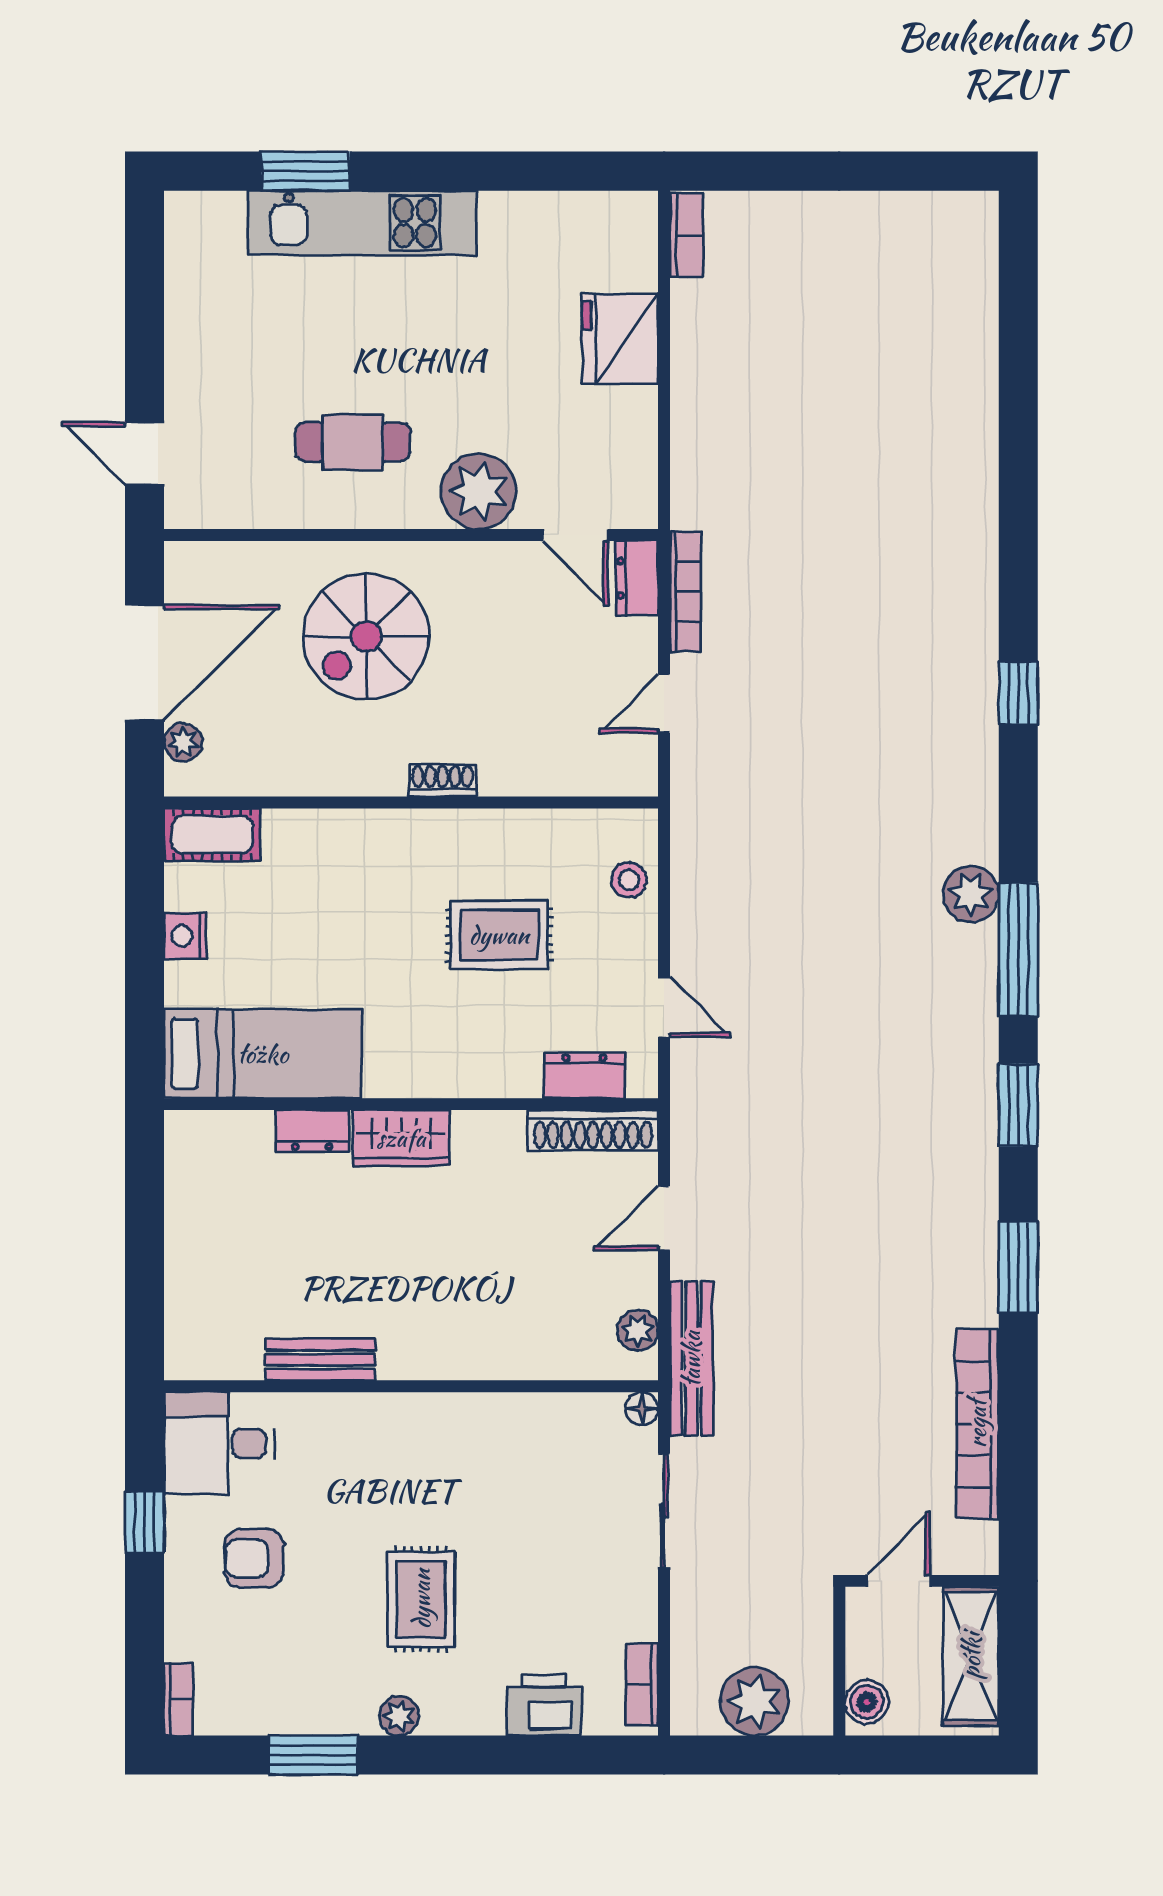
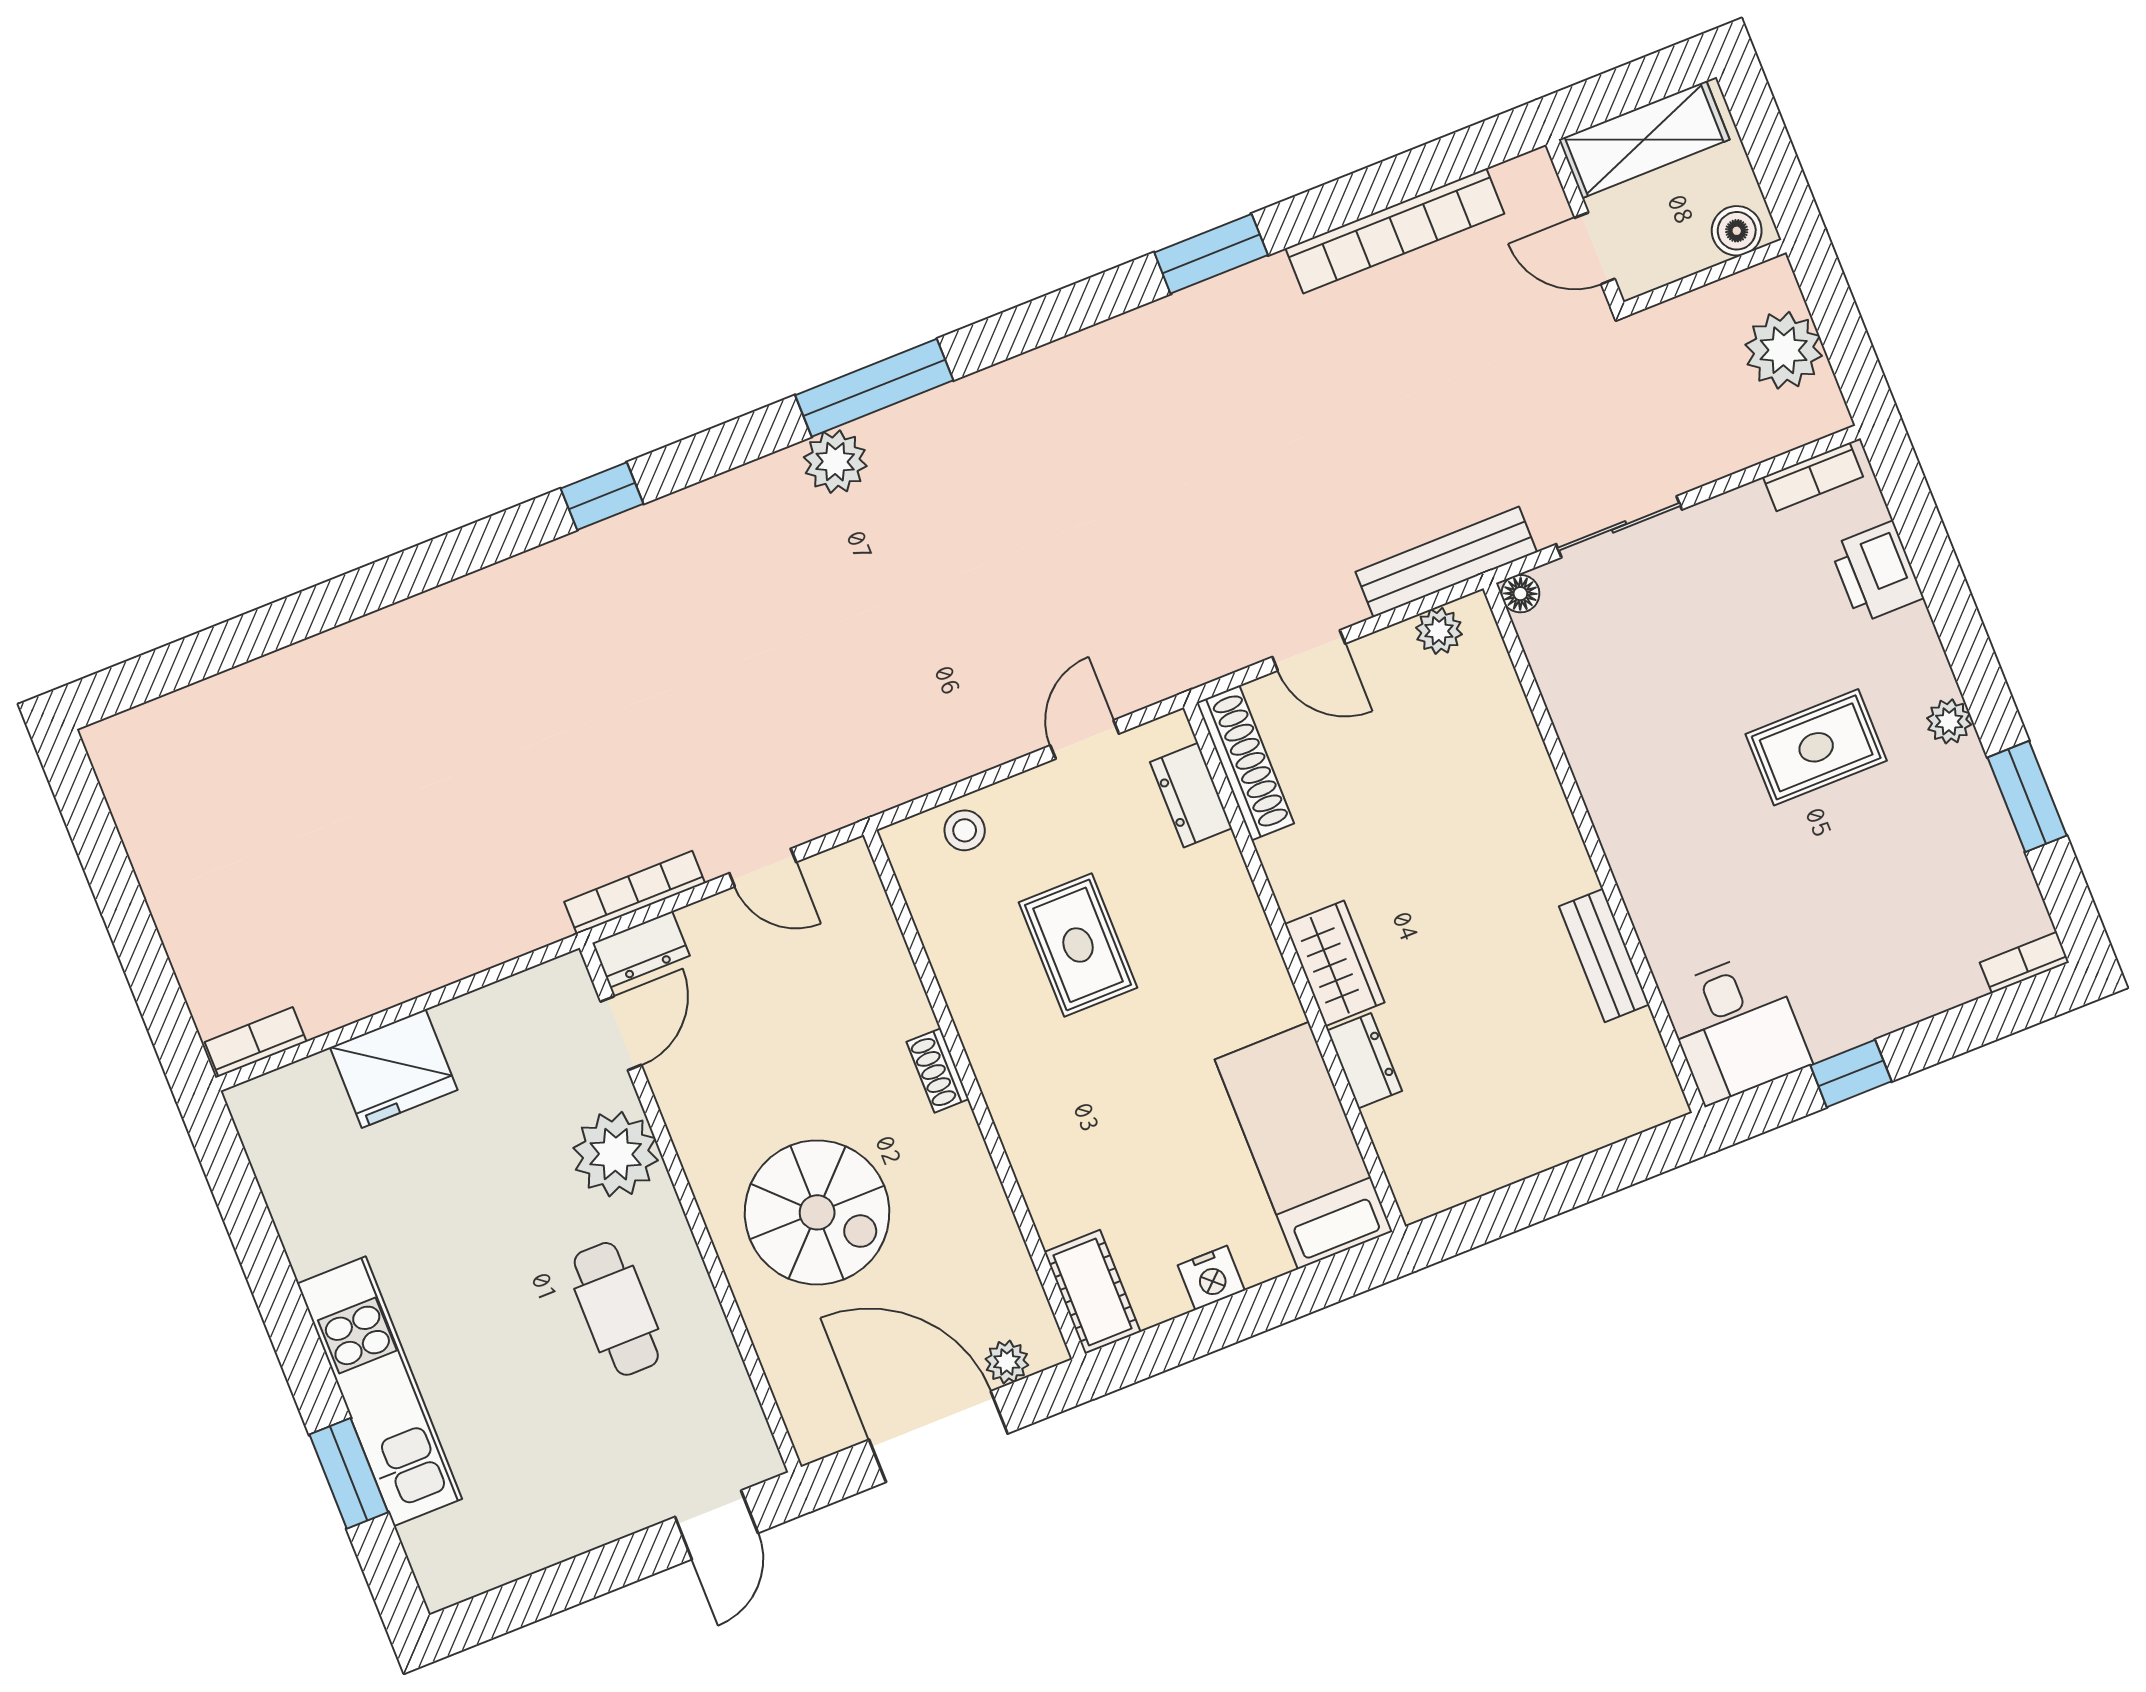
window: (1018, 1105) -> (1039, 322), removed
armchair: (254, 1558) -> (1843, 942), removed

